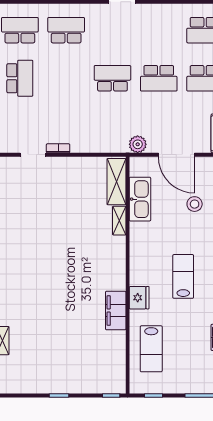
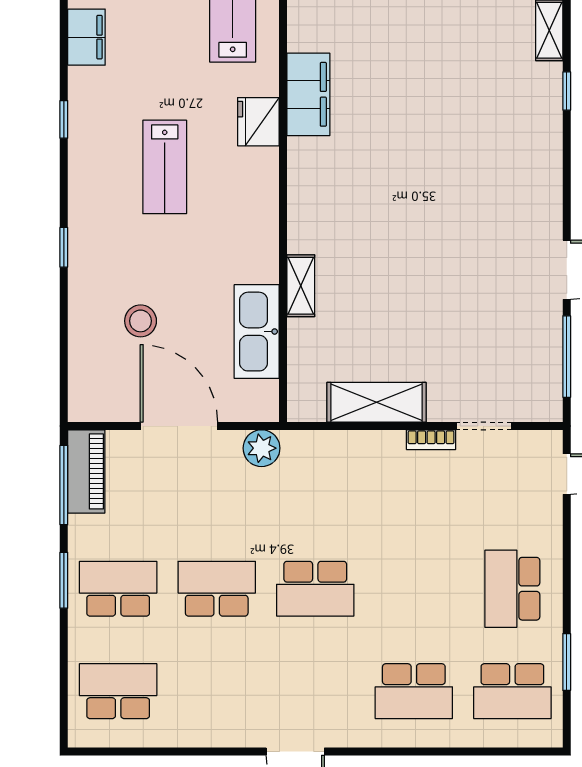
shelving: (116, 182) -> (377, 402), moved, turned 90

